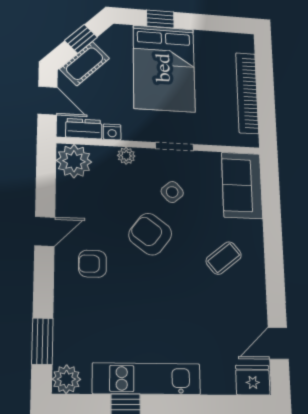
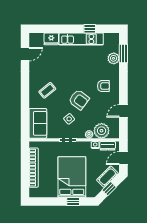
door: (48, 101) -> (123, 158), hinge flipped
plant: (74, 161) -> (102, 131), moved
door: (45, 231) -> (123, 111), moved
plant: (66, 379) -> (114, 58), moved
fridge: (253, 380) -> (51, 39), moved

